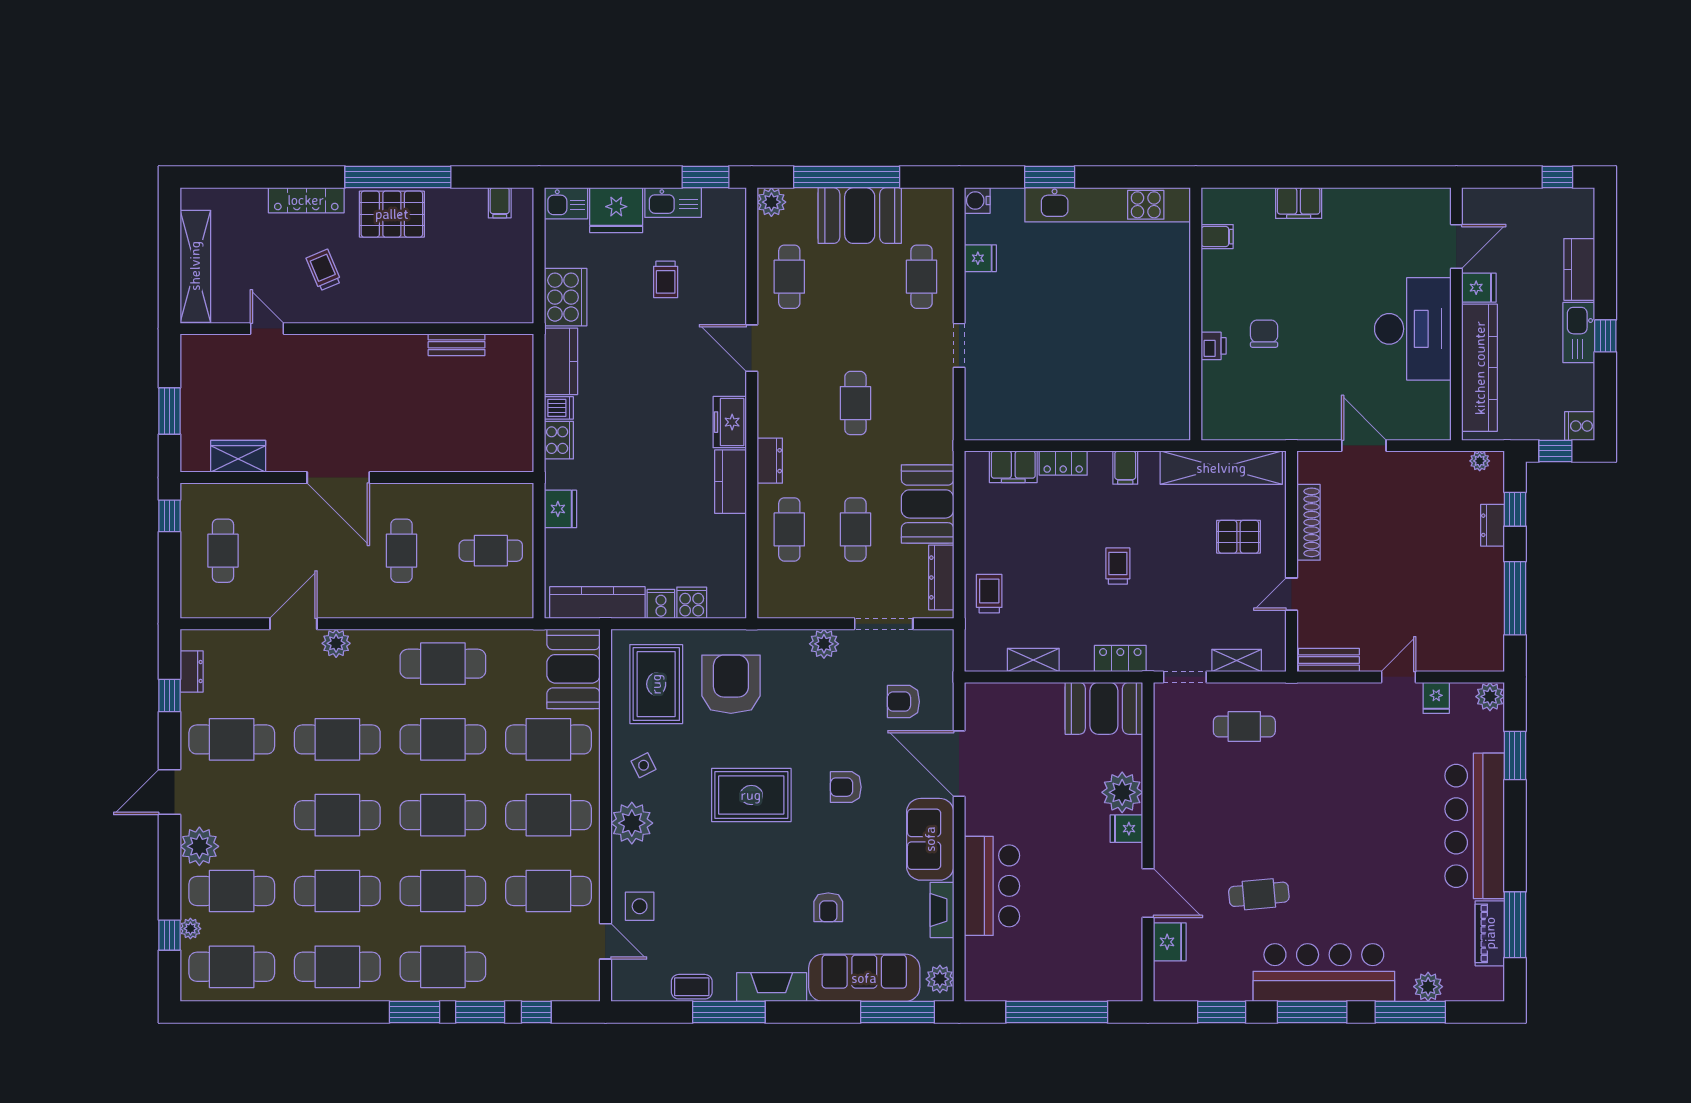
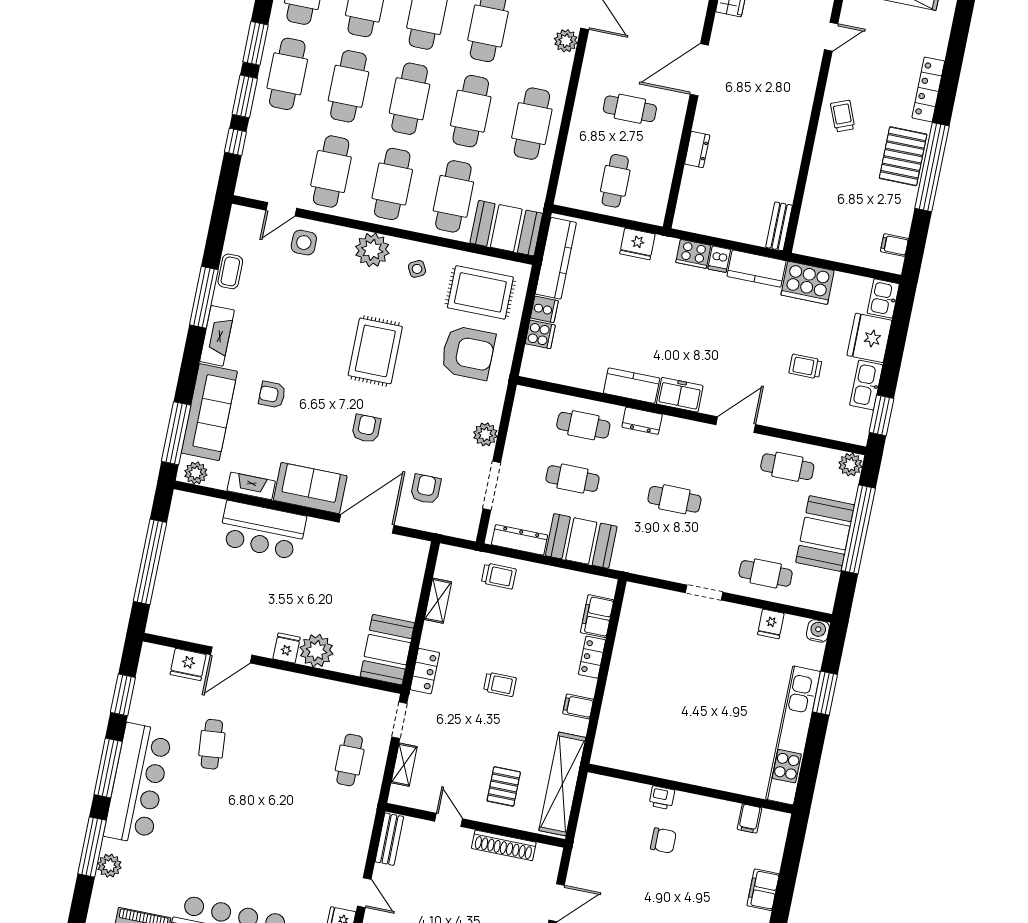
trolley: (324, 270) -> (843, 116), moved, turned -89
bench: (457, 345) -> (779, 226), moved
dresser: (434, 461) -> (697, 150), added

